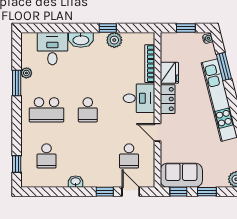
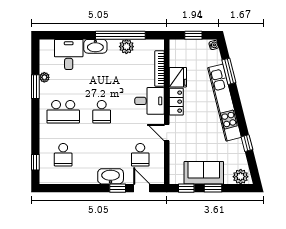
window: (108, 28) -> (120, 35), width x3.17
sofa: (181, 175) -> (204, 173), moved
washbasin: (76, 182) -> (111, 176), moved, width x1.91, depth x1.45

